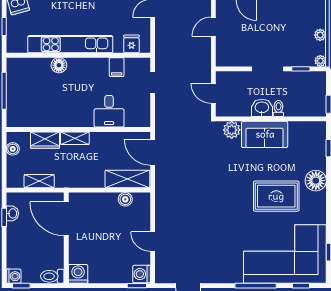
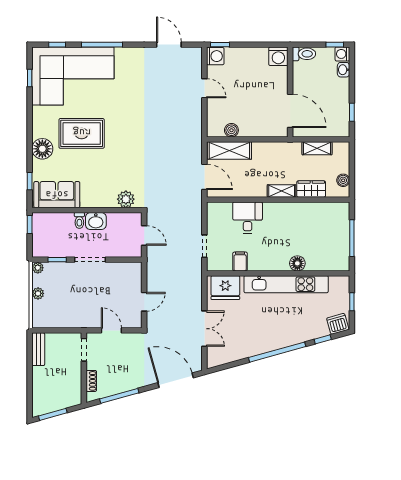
fridge: (131, 44) -> (225, 288), width x1.88, depth x1.34
sofa: (265, 134) -> (57, 195), moved
washbasin: (12, 213) -> (344, 70), moved

